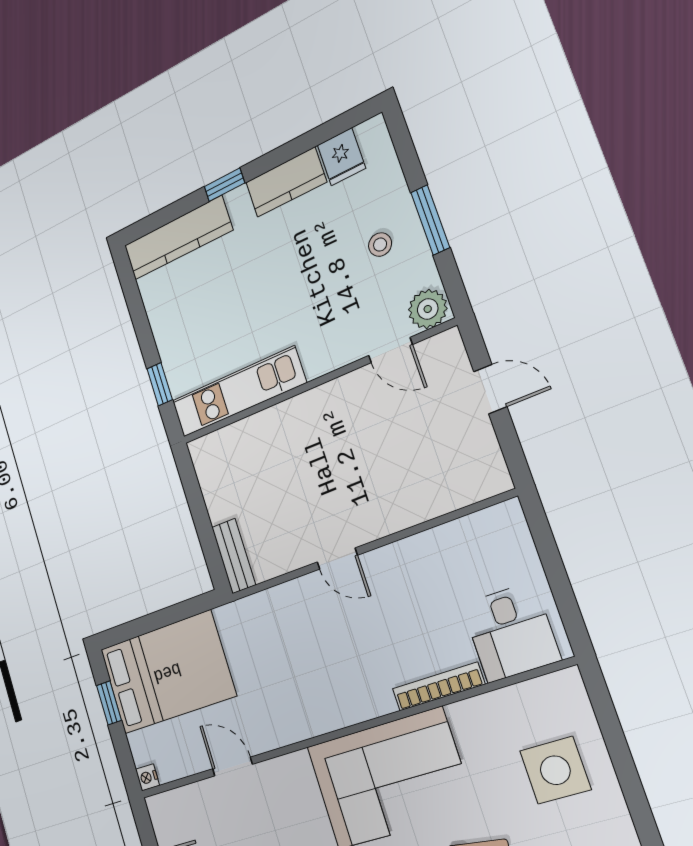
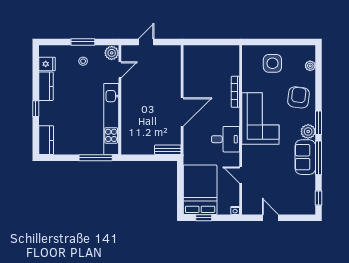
kitchen counter: (178, 238) -> (46, 140), width x0.67
window: (160, 384) -> (96, 158), width x2.17
kitchen unit: (238, 392) -> (111, 119), width x1.36
door: (337, 559) -> (182, 112), width x1.87
desk: (511, 632) -> (225, 139), moved
door: (232, 767) -> (241, 175), hinge flipped

